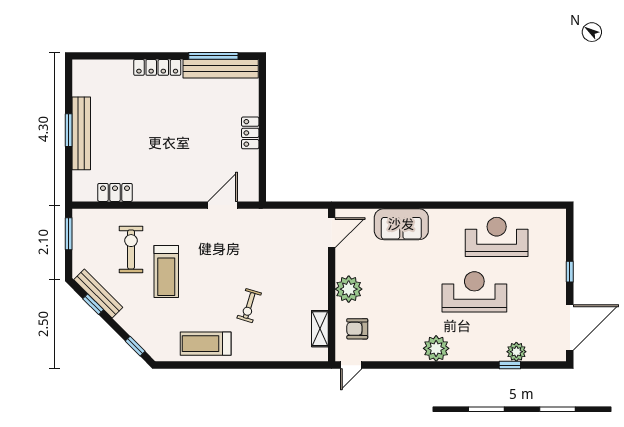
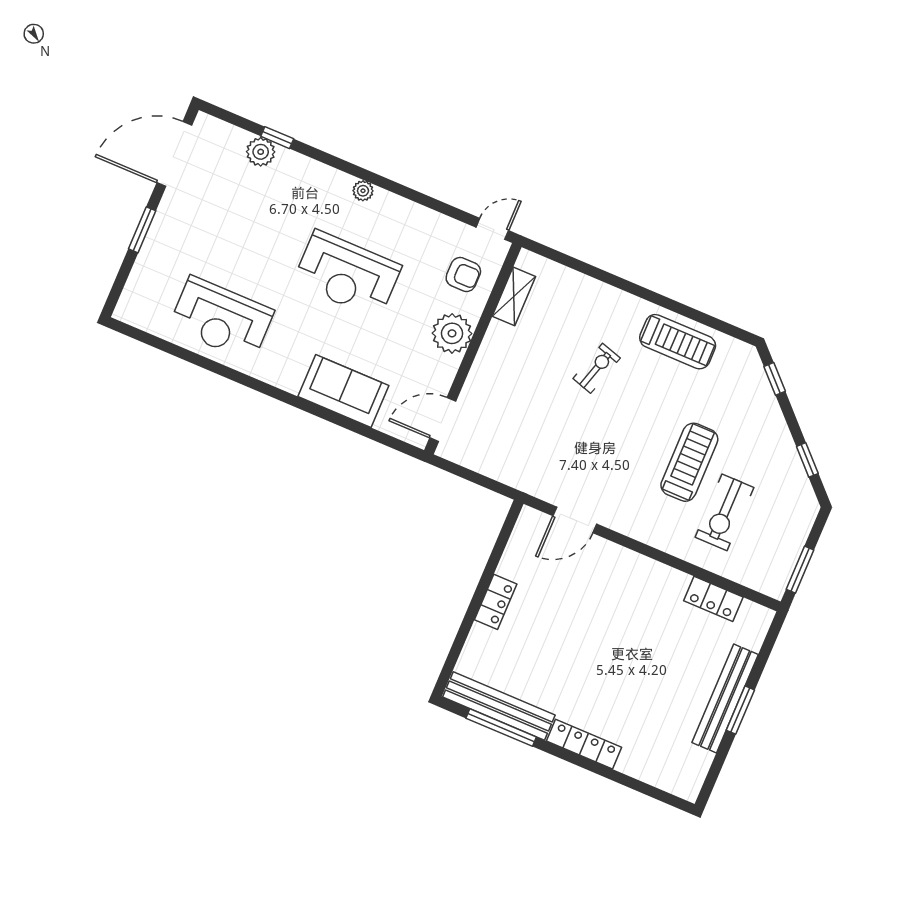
window: (570, 272) -> (142, 230), width x1.50
reception desk: (474, 292) -> (347, 274), moved
bench: (98, 294) -> (794, 471), removed
plant: (436, 348) -> (363, 191), width x0.53, depth x0.53

